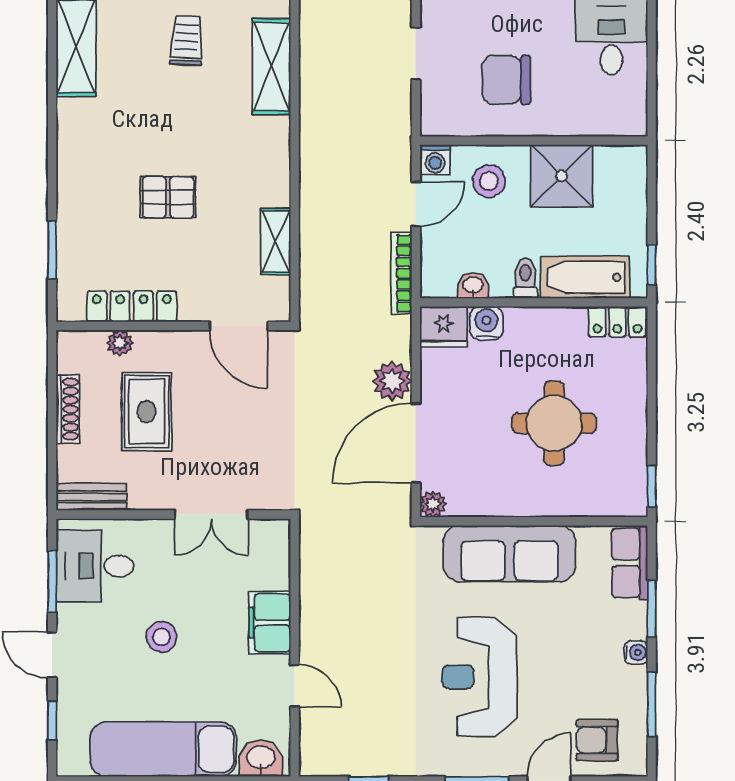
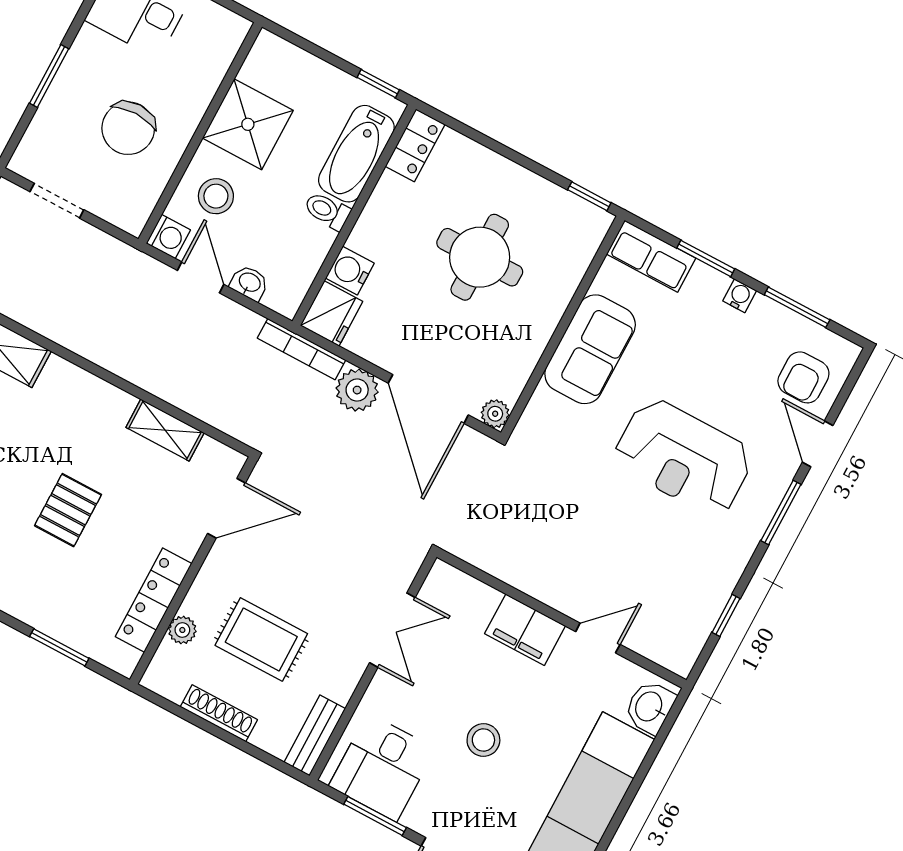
bookcase: (401, 273) -> (301, 349), moved
washbasin: (473, 286) -> (249, 283), moved, turned 90
sofa: (509, 553) -> (590, 349), width x0.73

